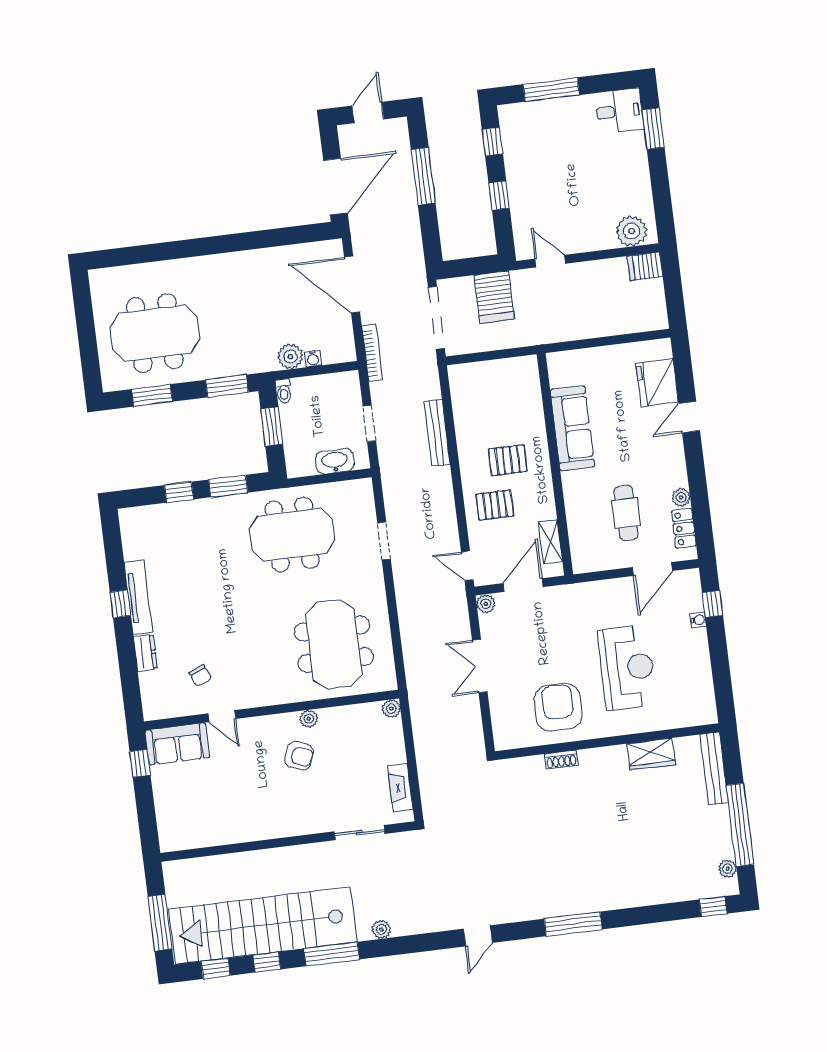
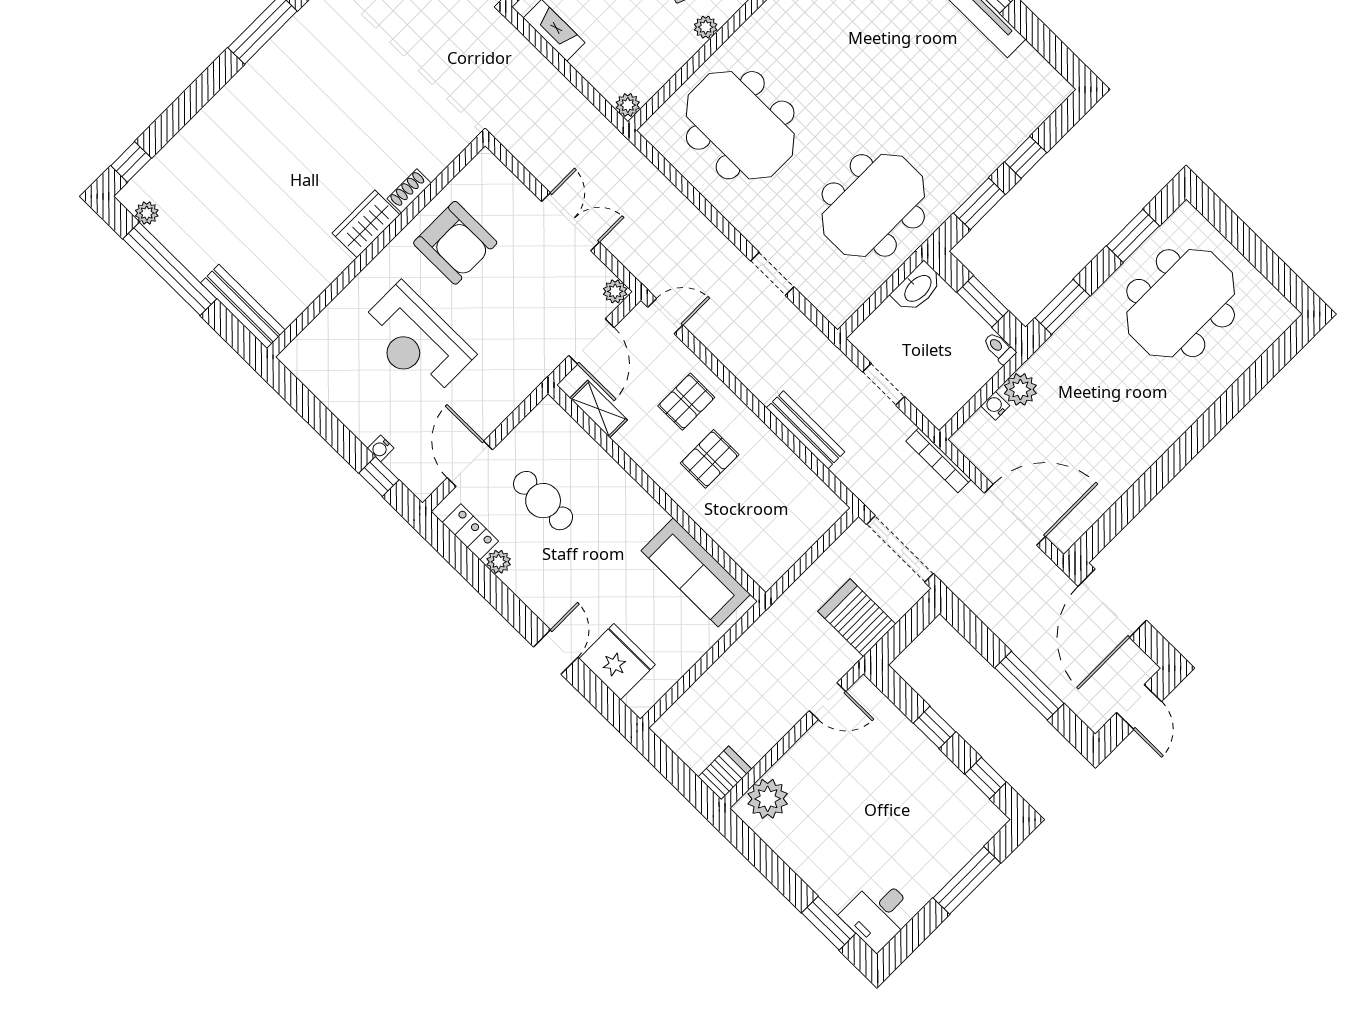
sofa: (572, 428) -> (696, 572), moved
washbasin: (335, 461) -> (917, 288), moved
wardrobe: (651, 754) -> (366, 224), moved

